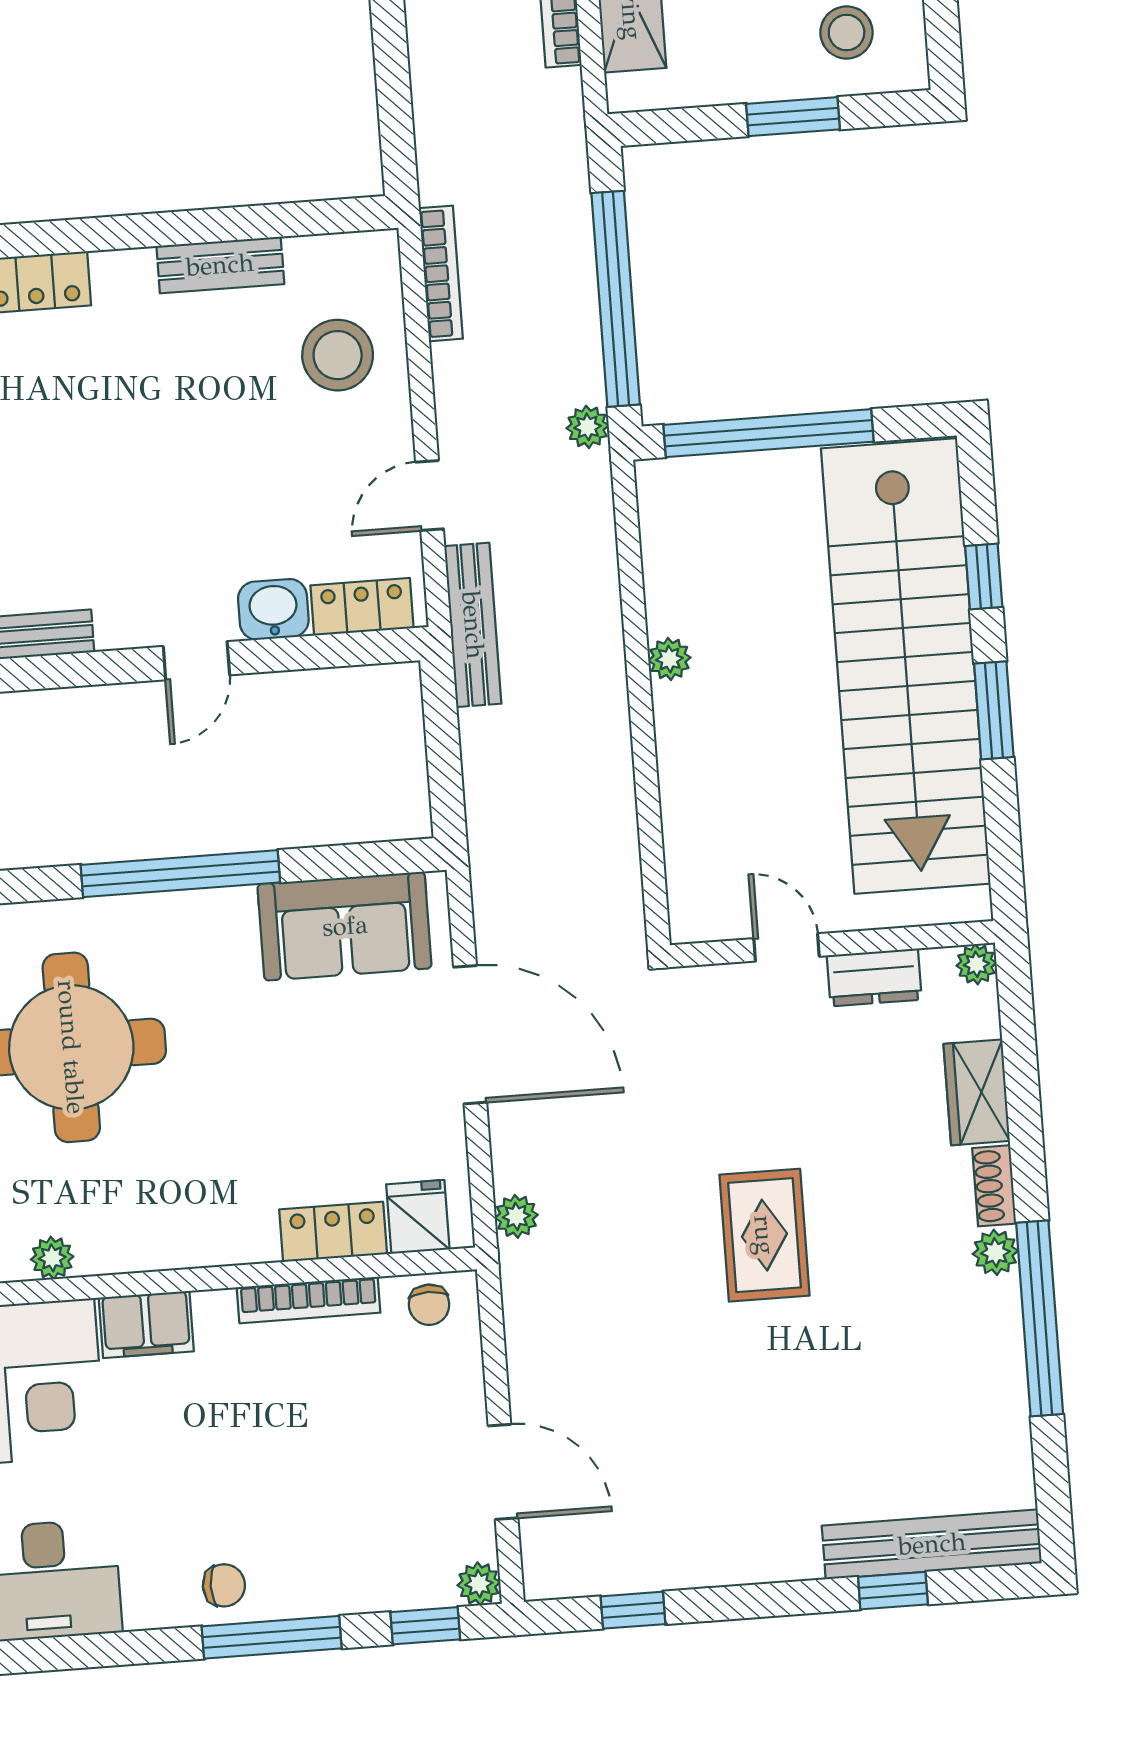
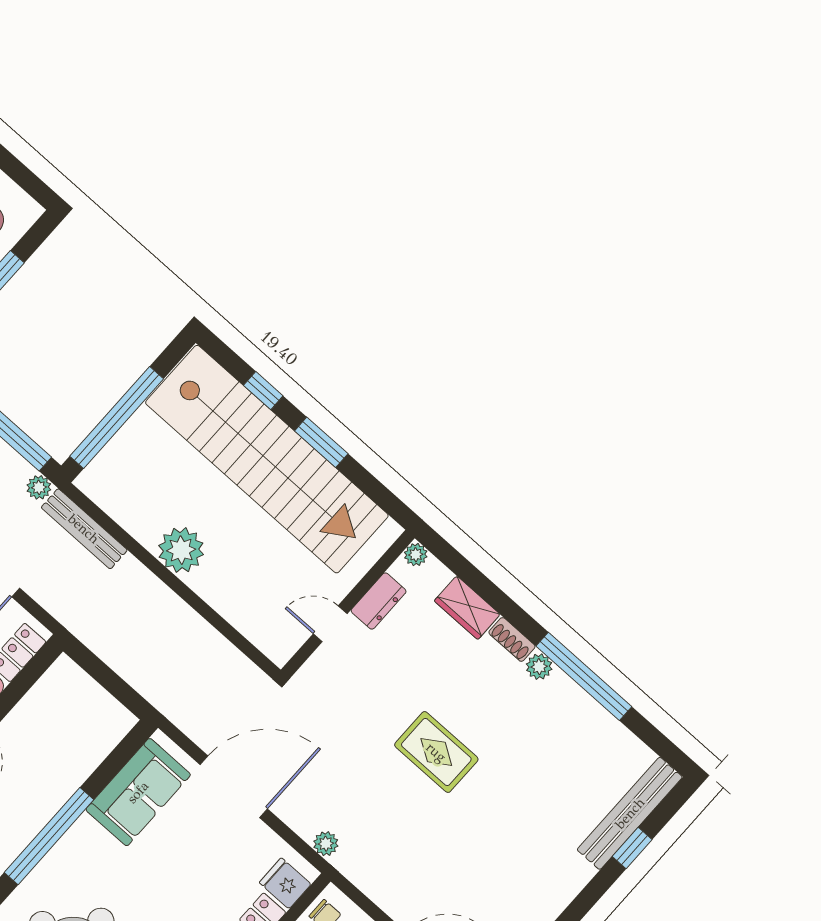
bench: (473, 625) -> (84, 529), moved
plant: (669, 659) -> (181, 550), width x1.88, depth x1.88

